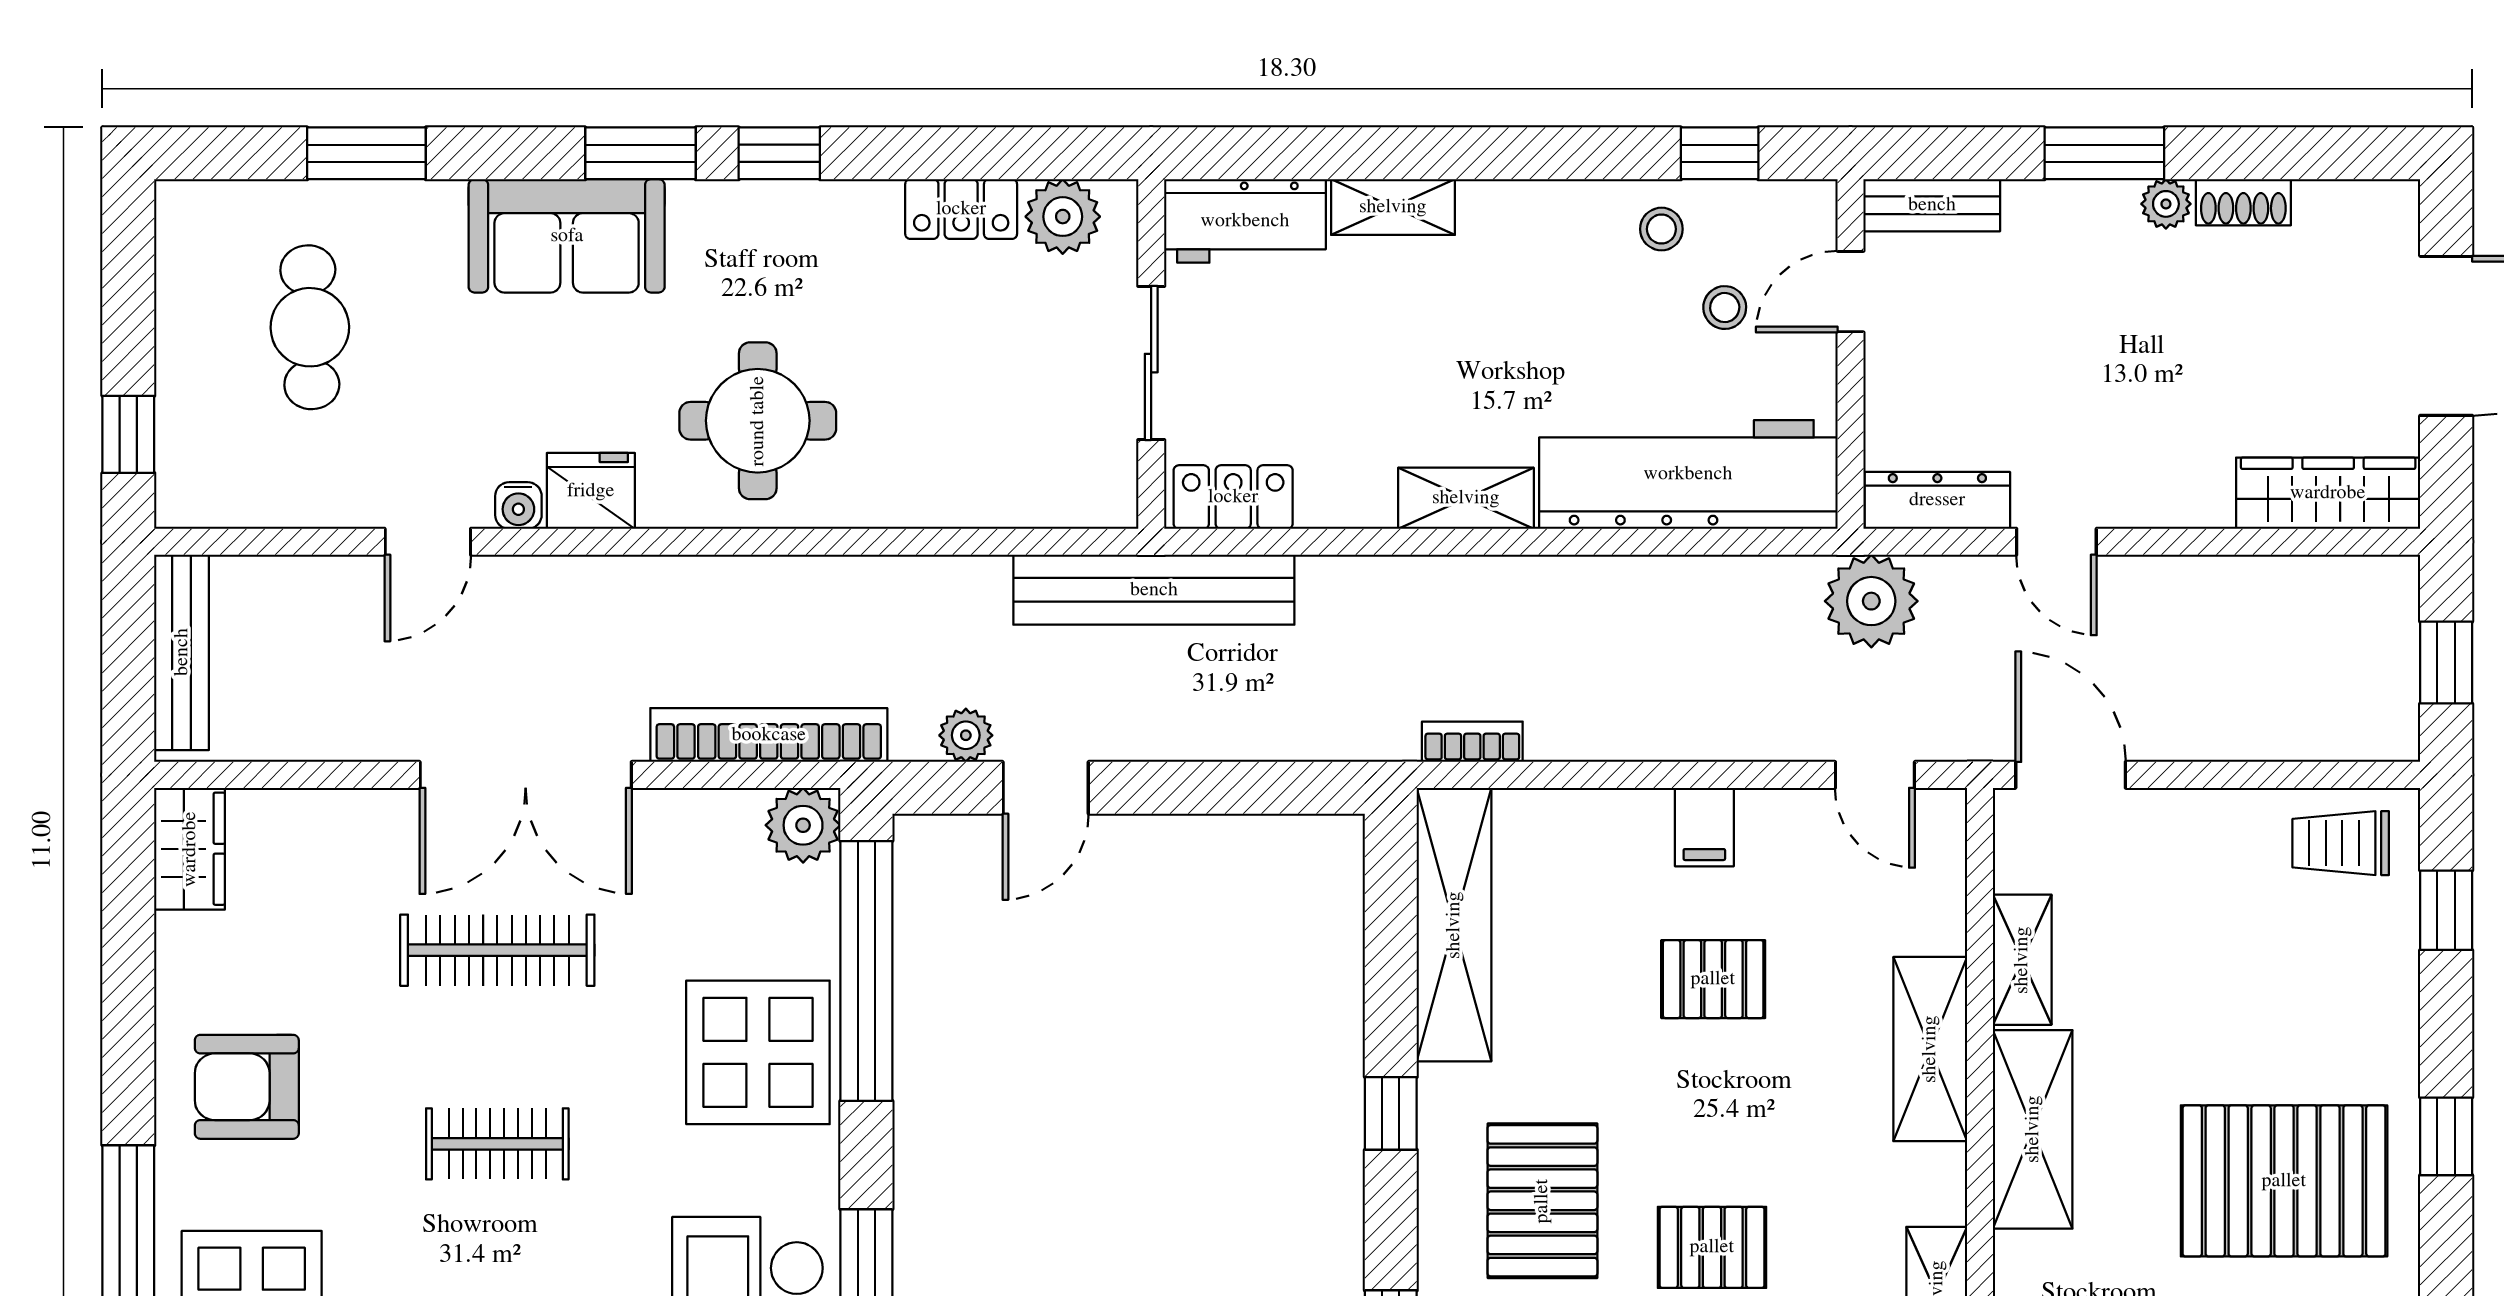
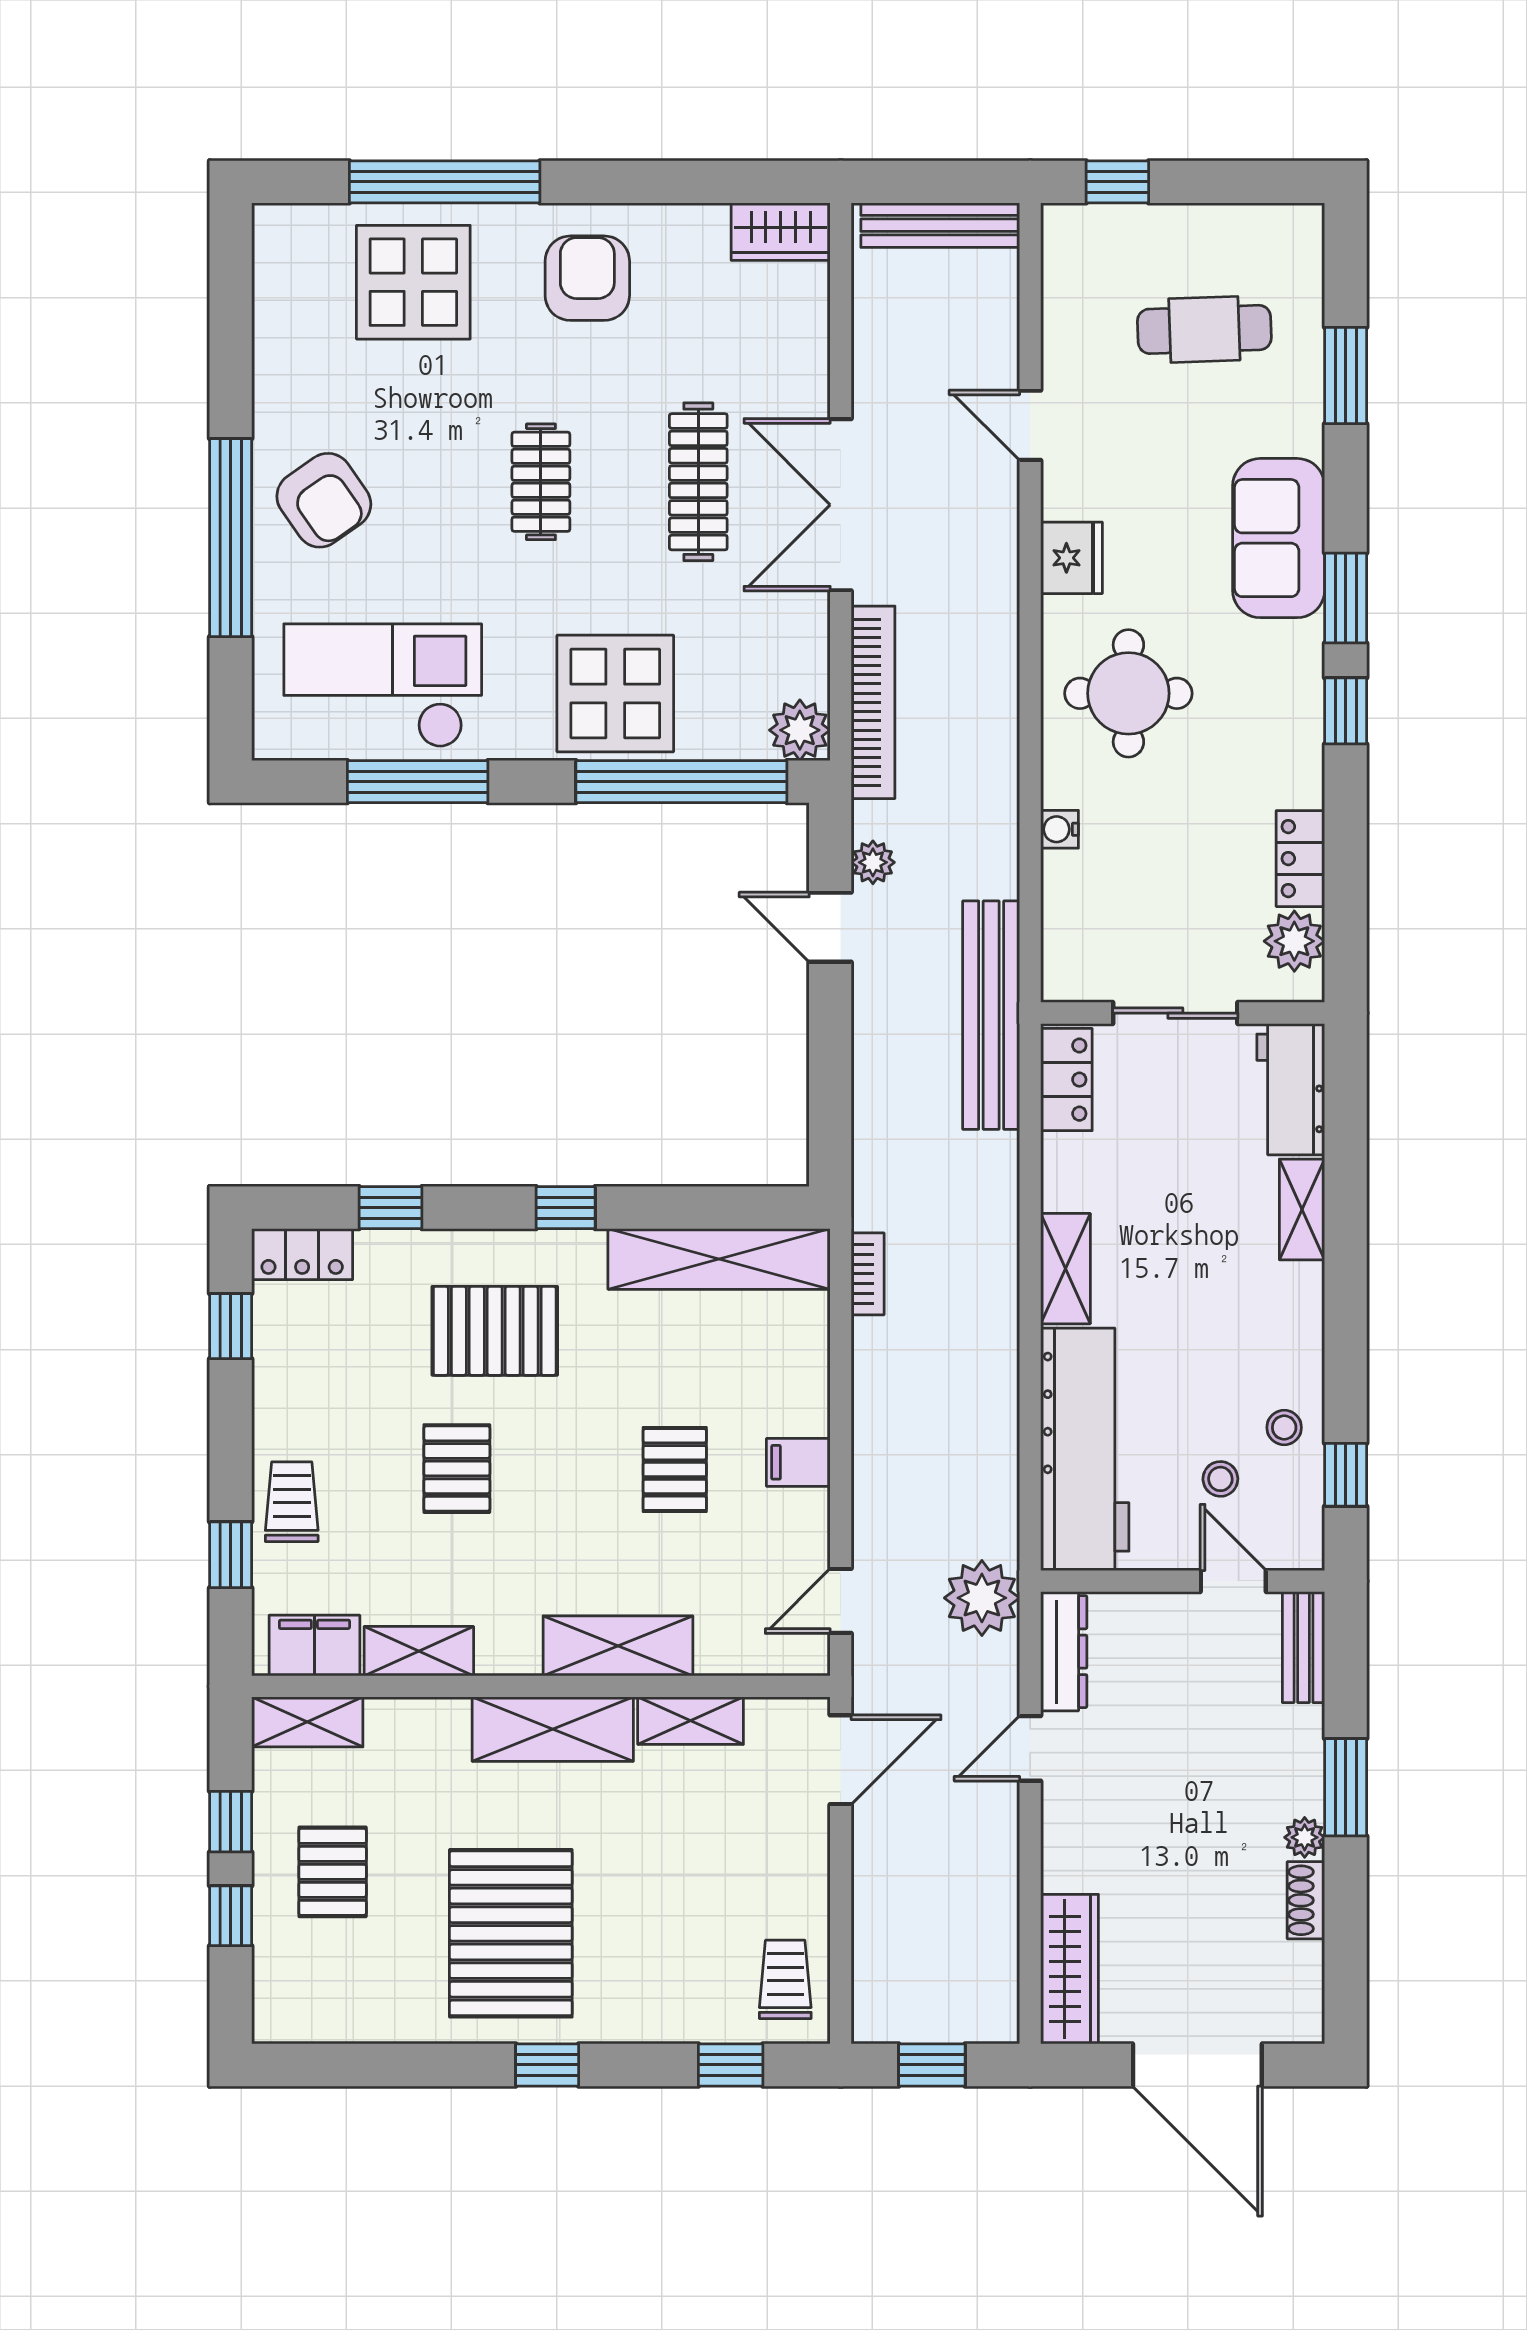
water cooler: (518, 506) -> (1060, 829), moved

